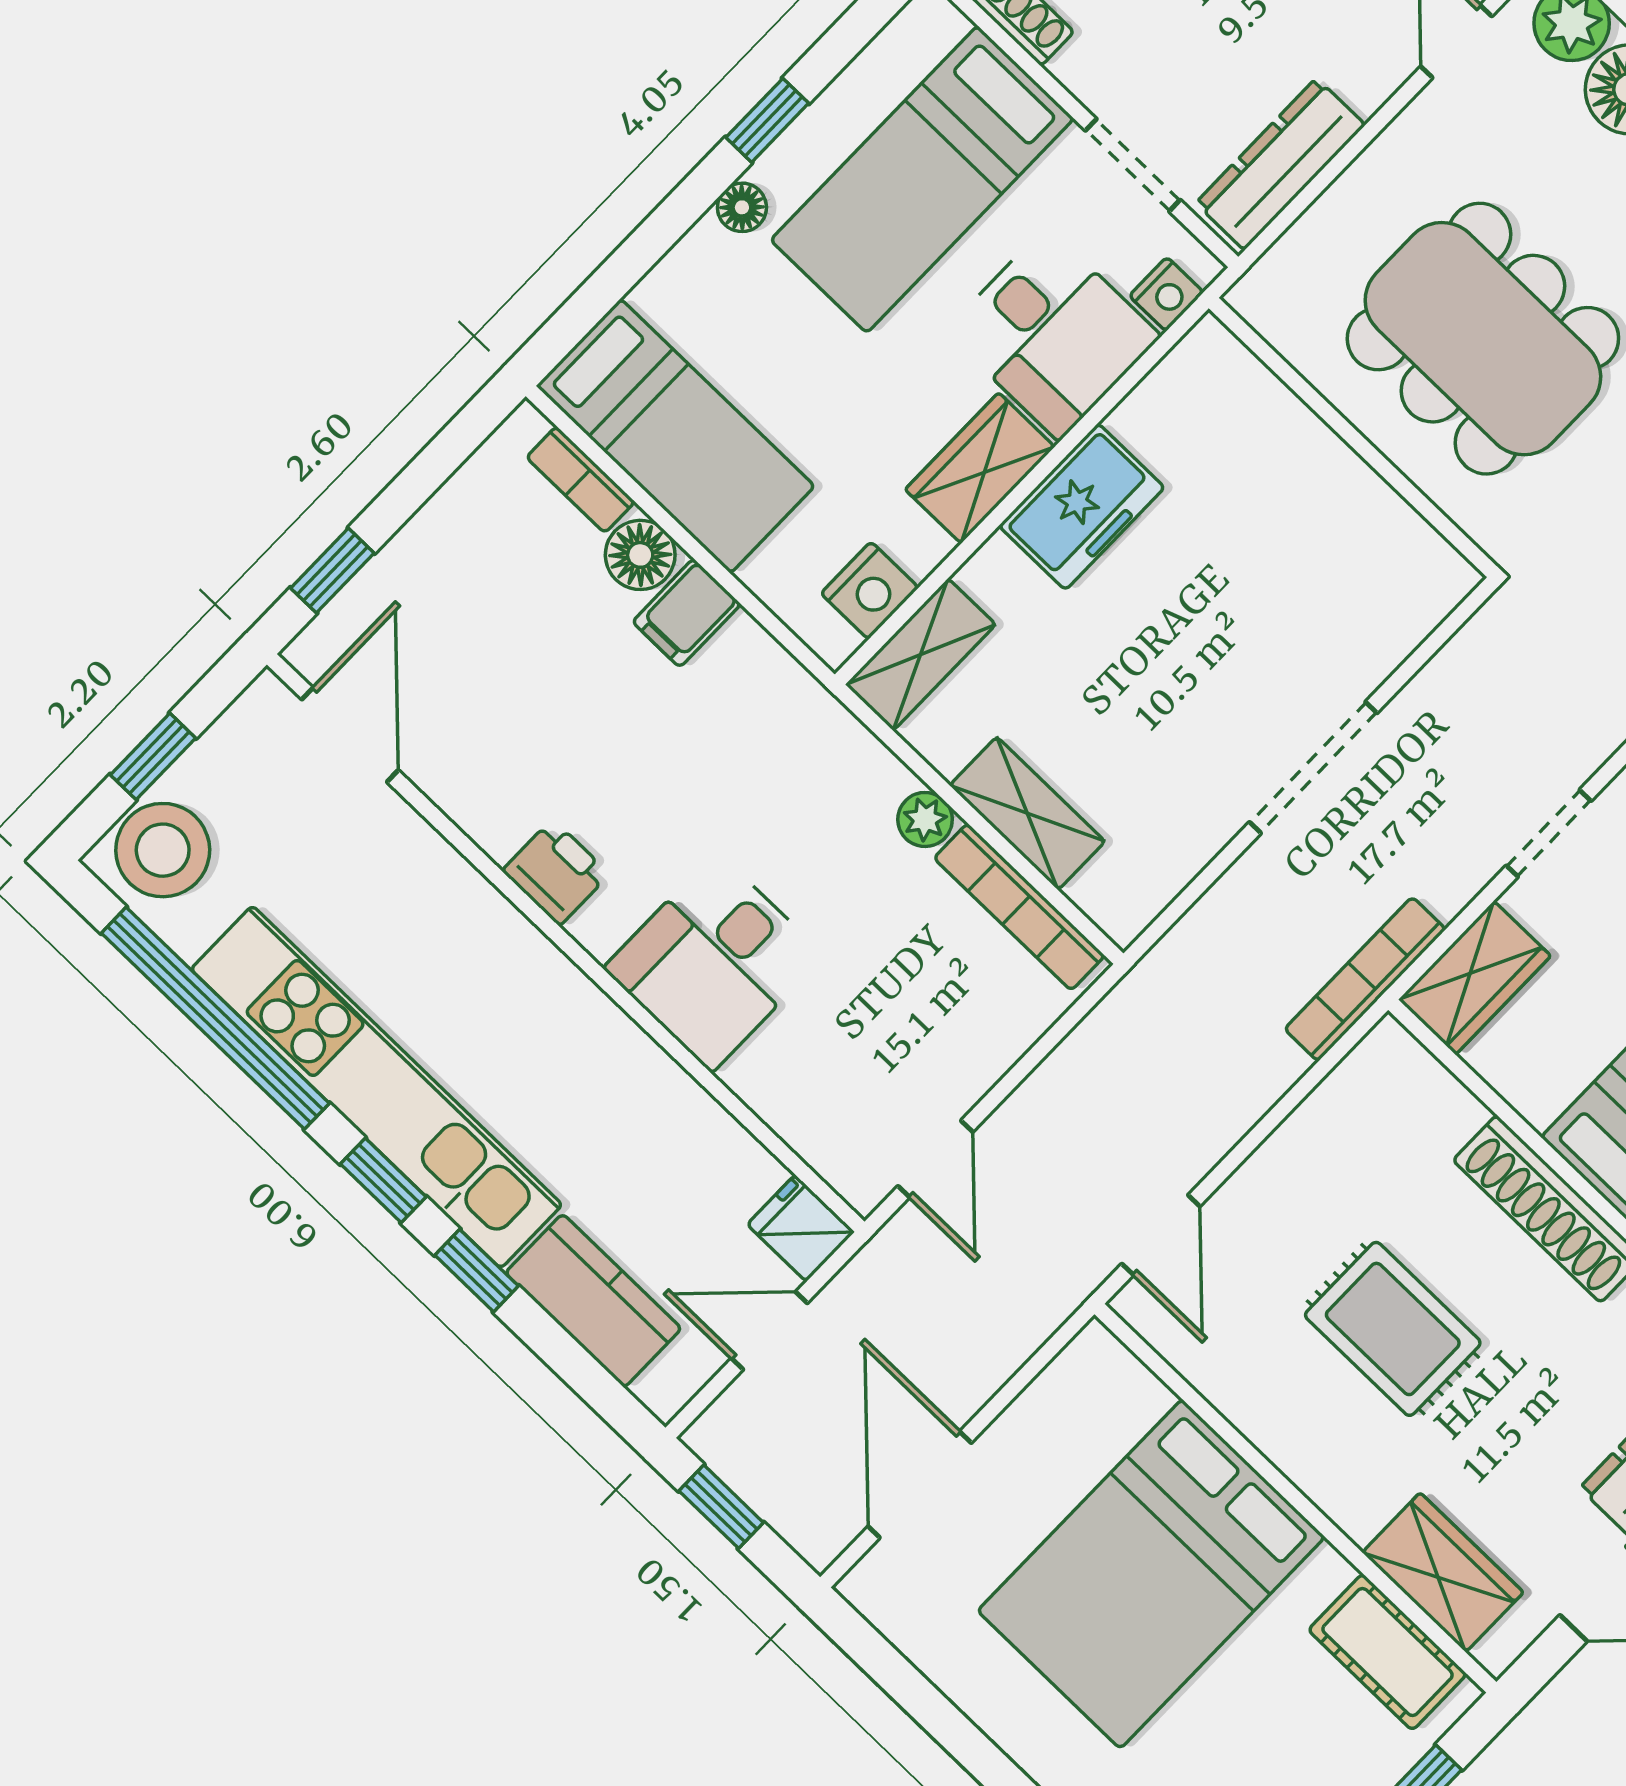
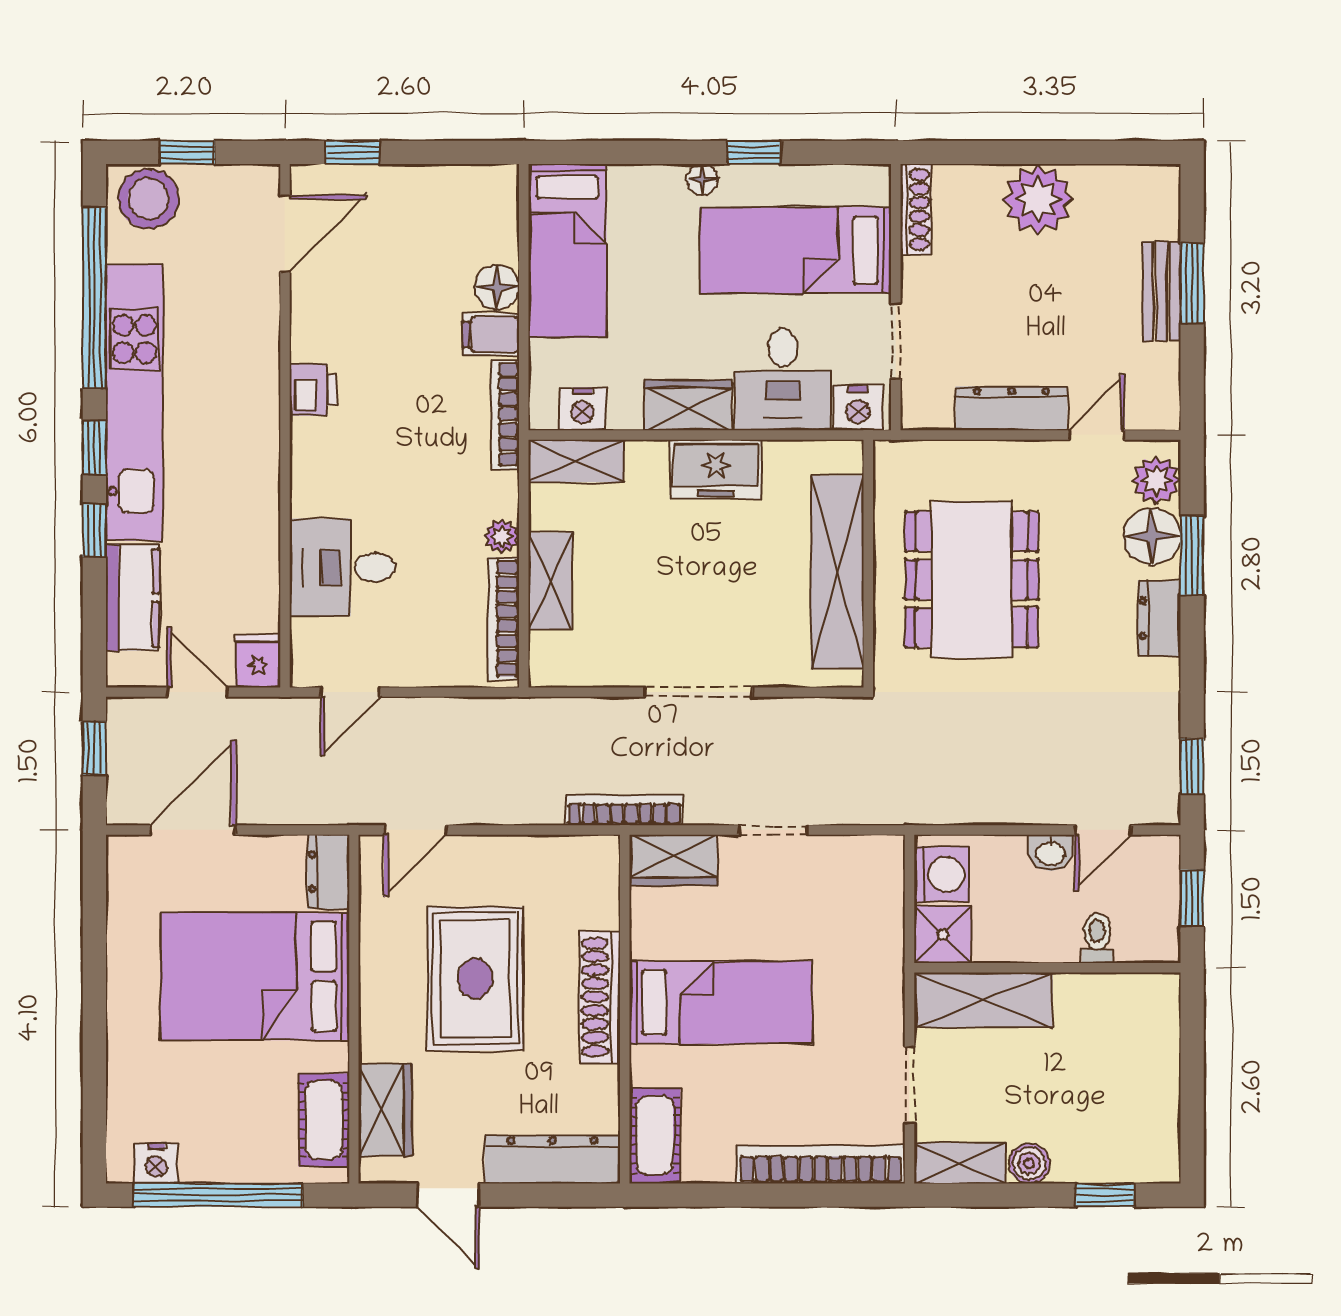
dresser: (1280, 164) -> (1012, 408), moved
nightstand: (1166, 294) -> (858, 408), width x1.39, depth x1.35
bookcase: (581, 480) -> (505, 414), moved, width x1.56
shelving: (1329, 482) -> (837, 572), added
desk: (714, 962) -> (342, 567), moved
rug: (1393, 1329) -> (475, 979), width x1.36, depth x1.43
dresser: (1114, 1378) -> (328, 872), added

